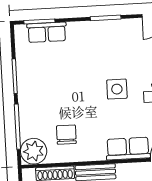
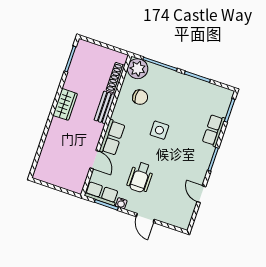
row of seats: (47, 32) -> (214, 130), moved
side table: (117, 89) -> (159, 130), moved

